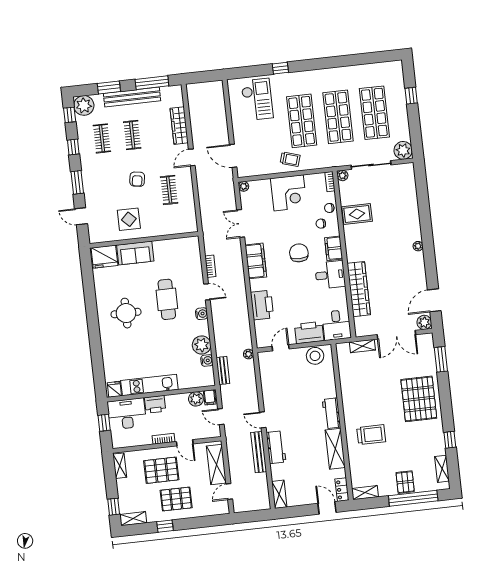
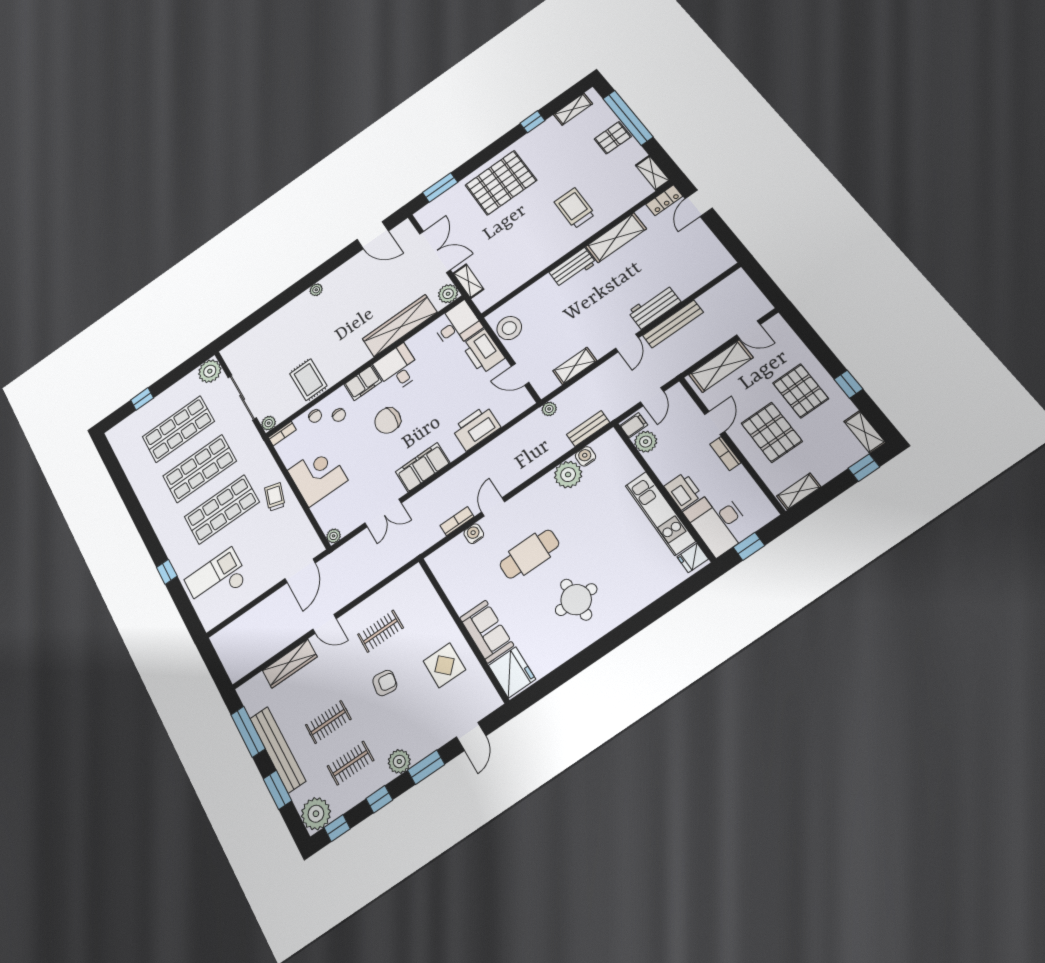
plant: (88, 168) -> (399, 761), added
water cooler: (202, 314) -> (474, 534), moved
plant: (424, 322) -> (448, 294), moved
shelving: (279, 494) -> (575, 366), moved

